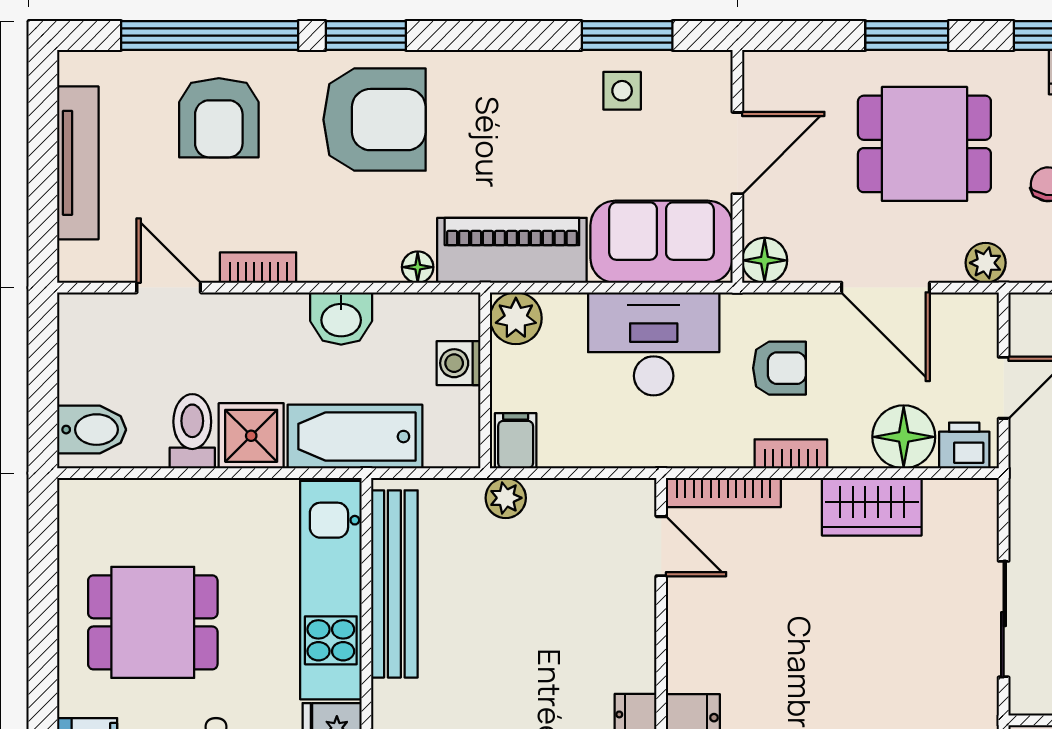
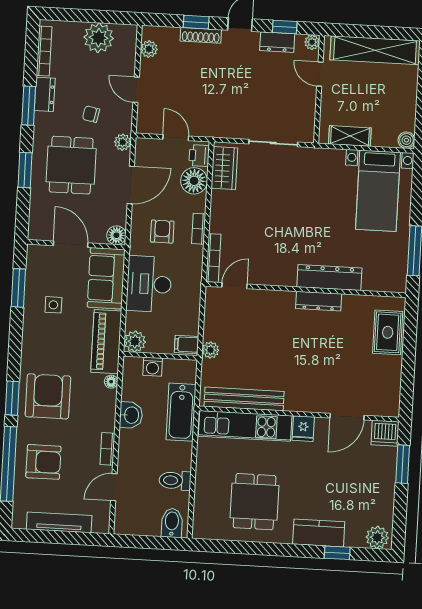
side table: (622, 91) -> (53, 305), moved
shower: (251, 436) -> (178, 456), removed
wardrobe: (872, 507) -> (224, 168), moved

